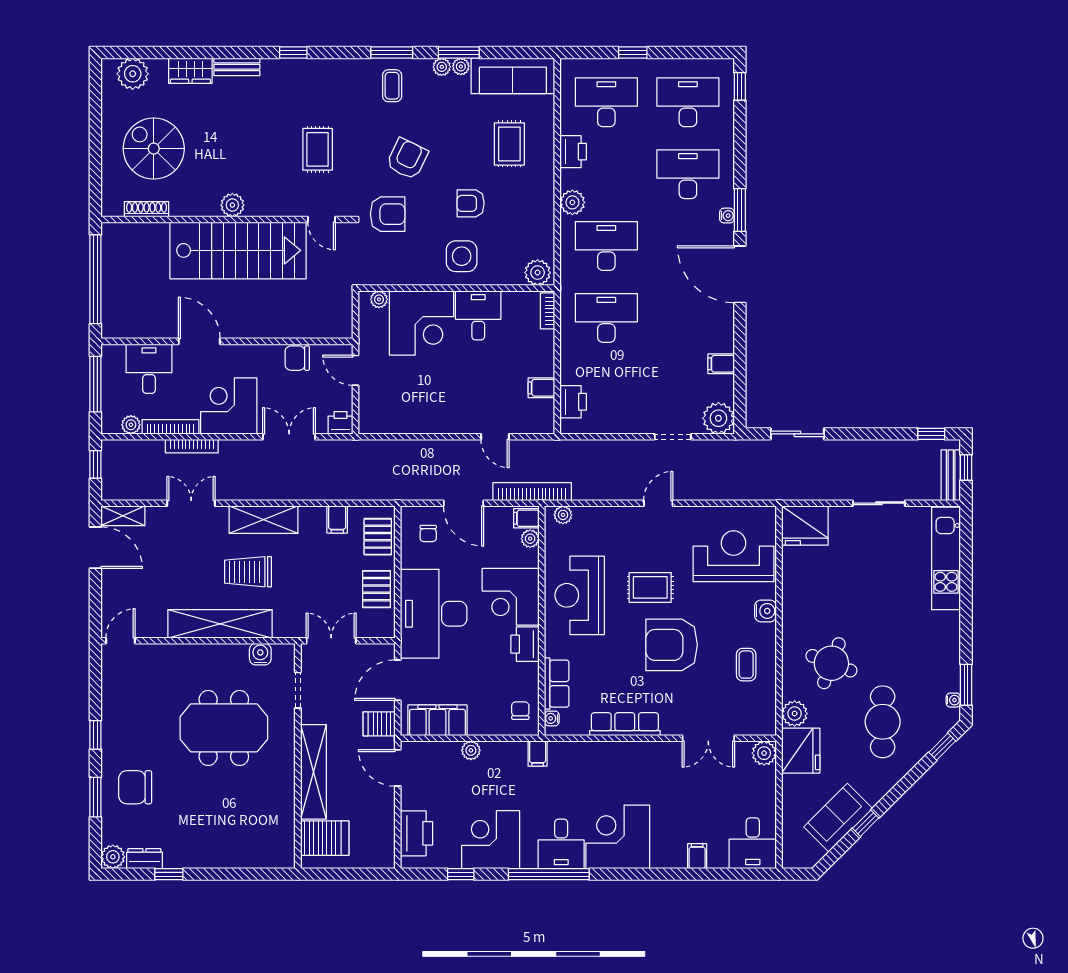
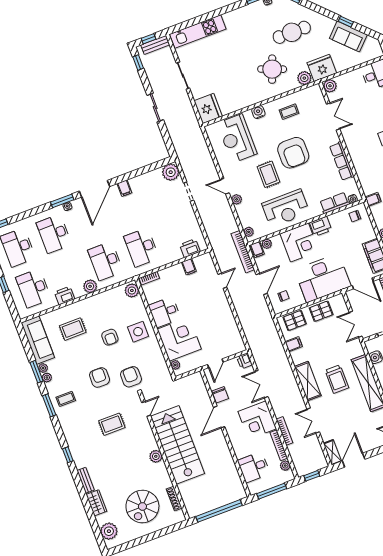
armchair: (407, 159) -> (100, 377), turned 65
door: (199, 341) -> (219, 417), moved
filing cabinet: (721, 364) -> (124, 188), moved
sliding door: (797, 434) -> (155, 108), moved
plant: (627, 515) -> (237, 199), added

